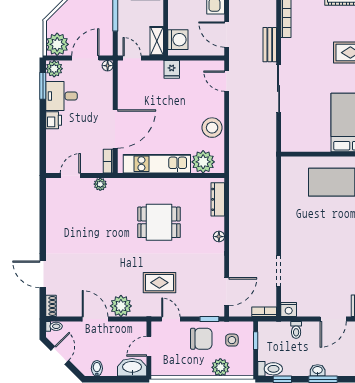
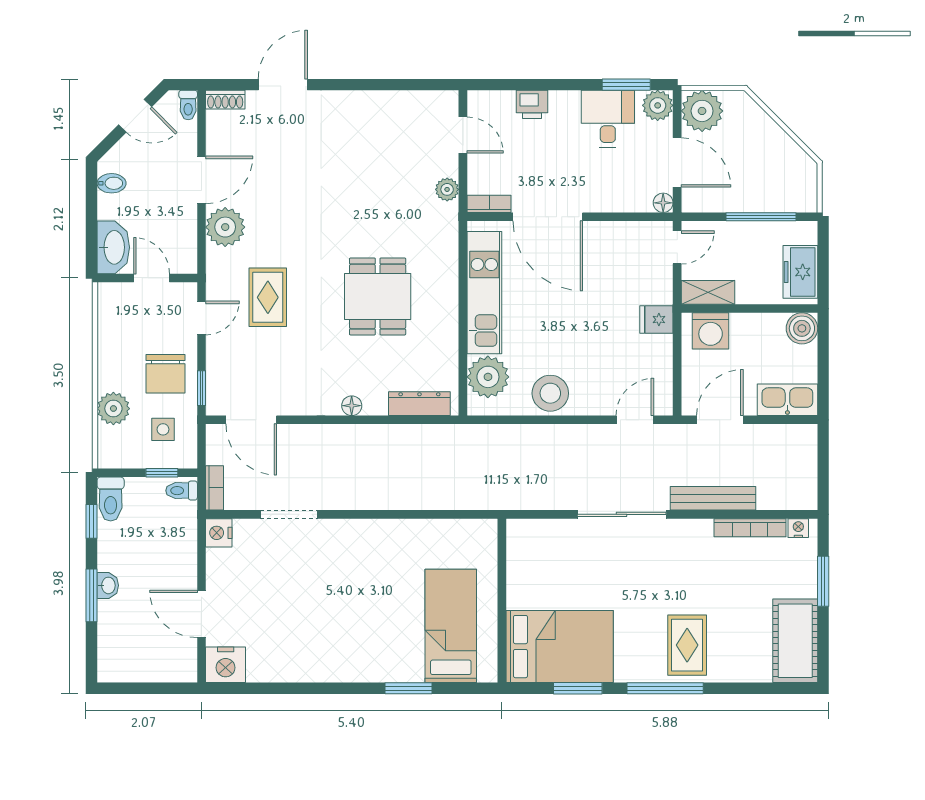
bench: (270, 45) -> (713, 498), width x1.36
printer: (54, 120) -> (532, 104), moved
toilet: (296, 330) -> (182, 491), moved

